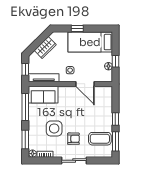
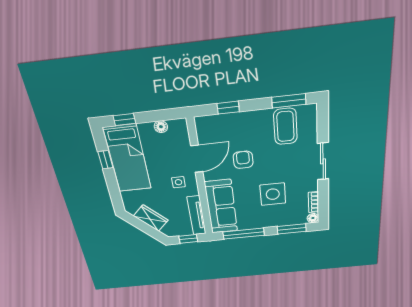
window: (77, 28) -> (105, 160), moved
window: (115, 61) -> (124, 119), moved
sofa: (43, 95) -> (221, 207), width x1.36
window: (115, 119) -> (228, 108), moved
armchair: (74, 139) -> (243, 160), moved

